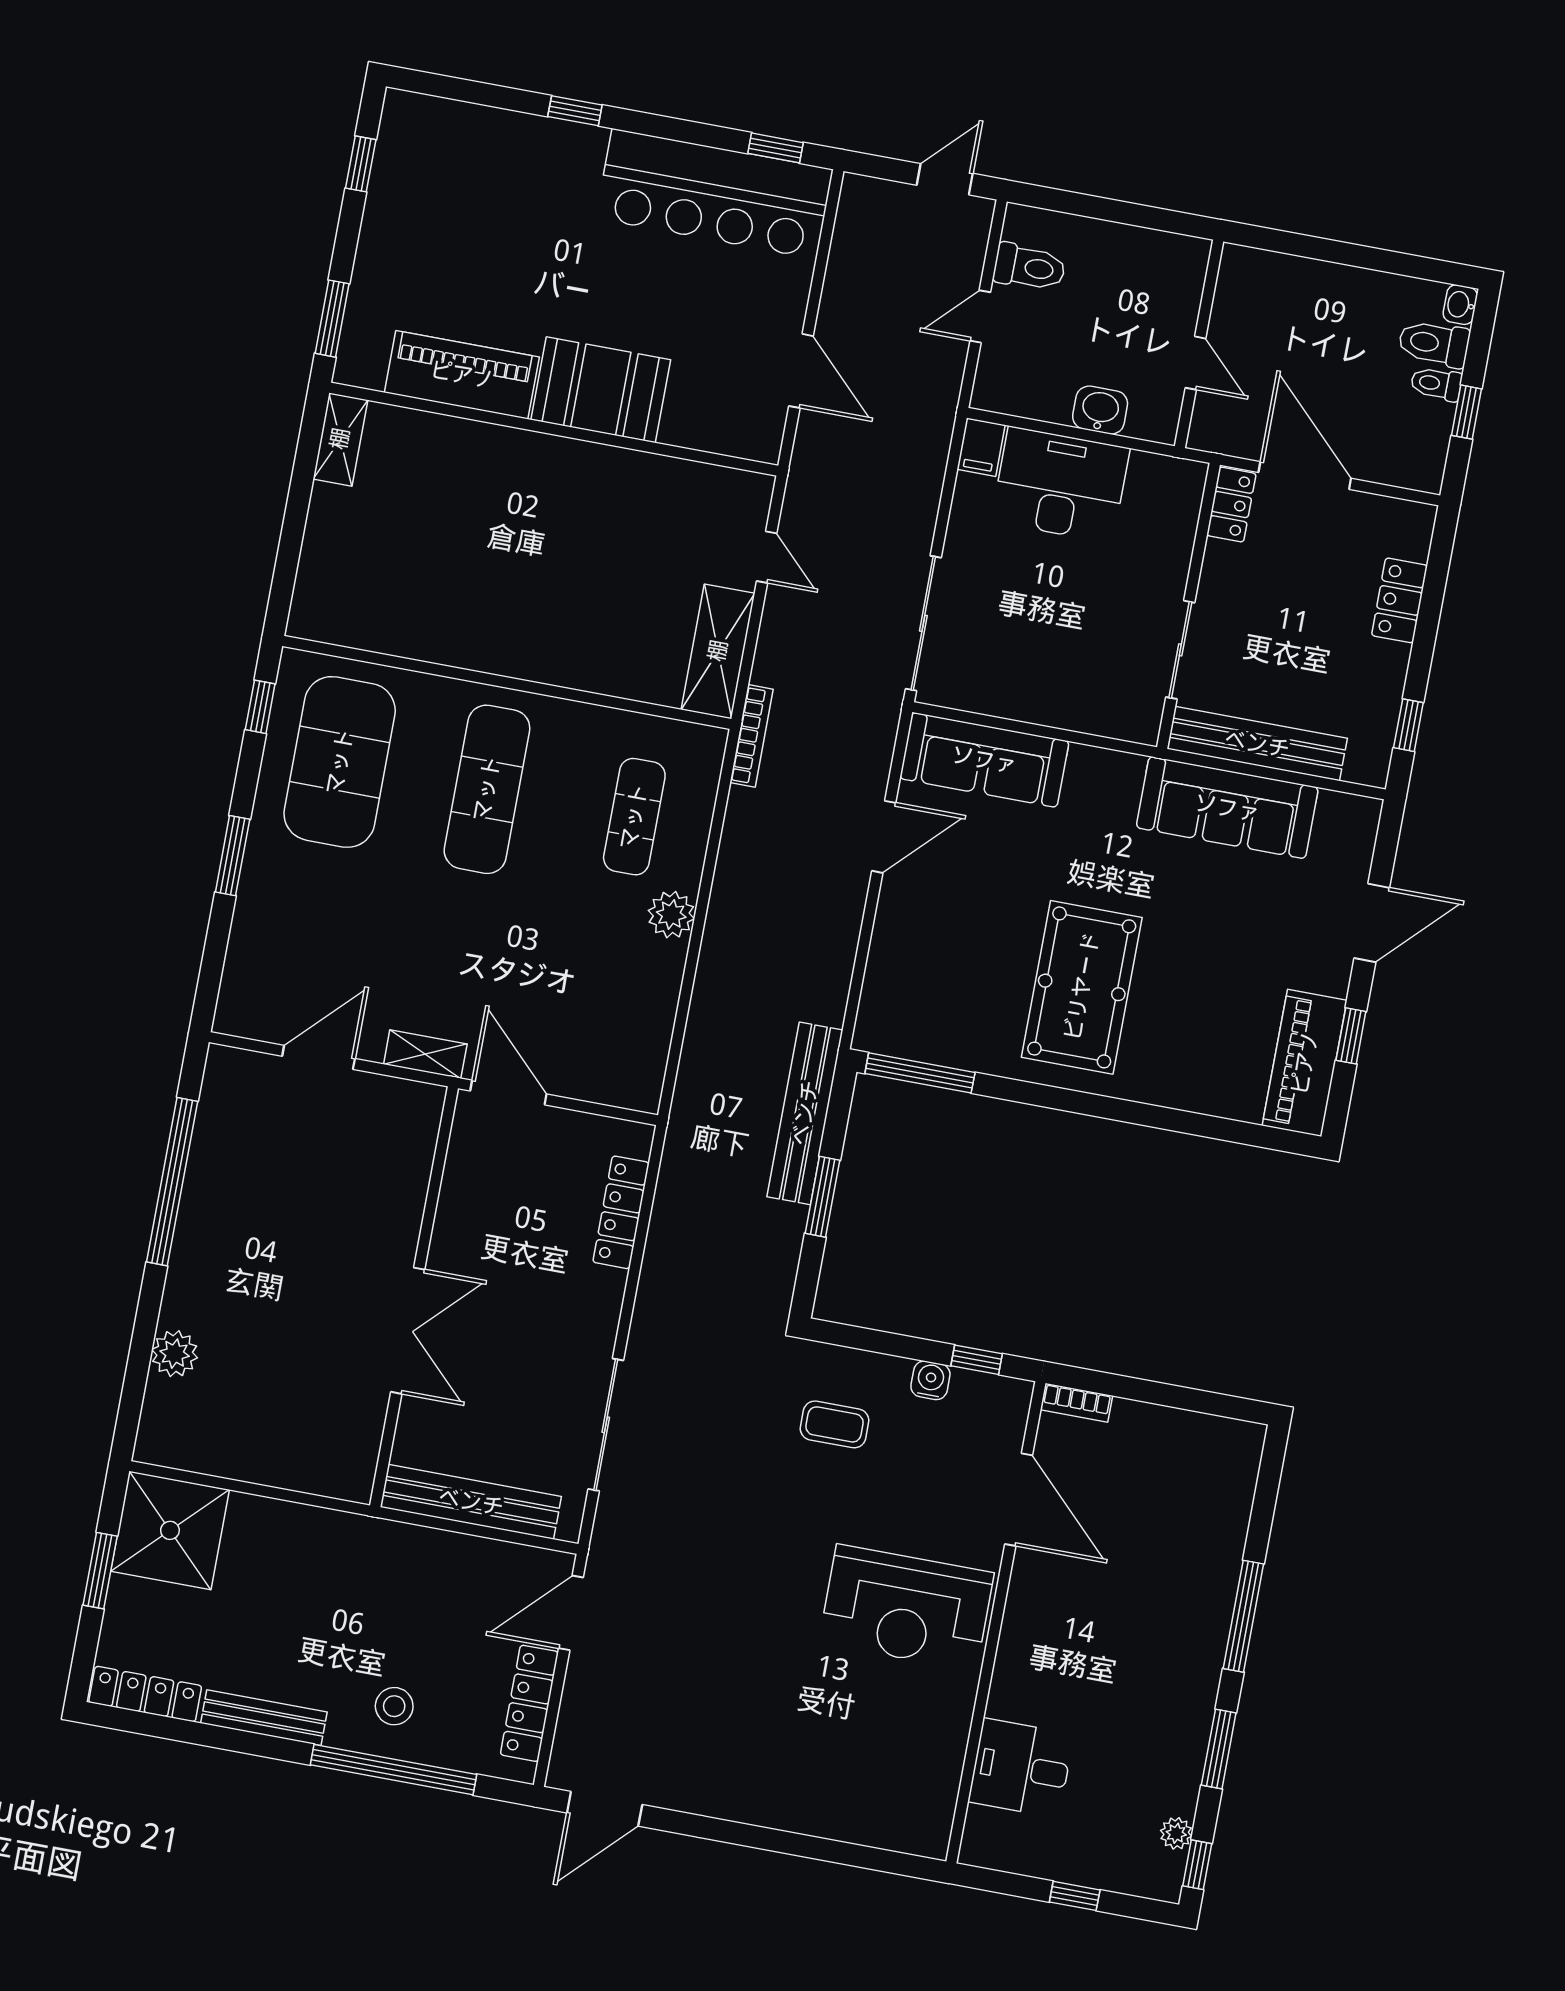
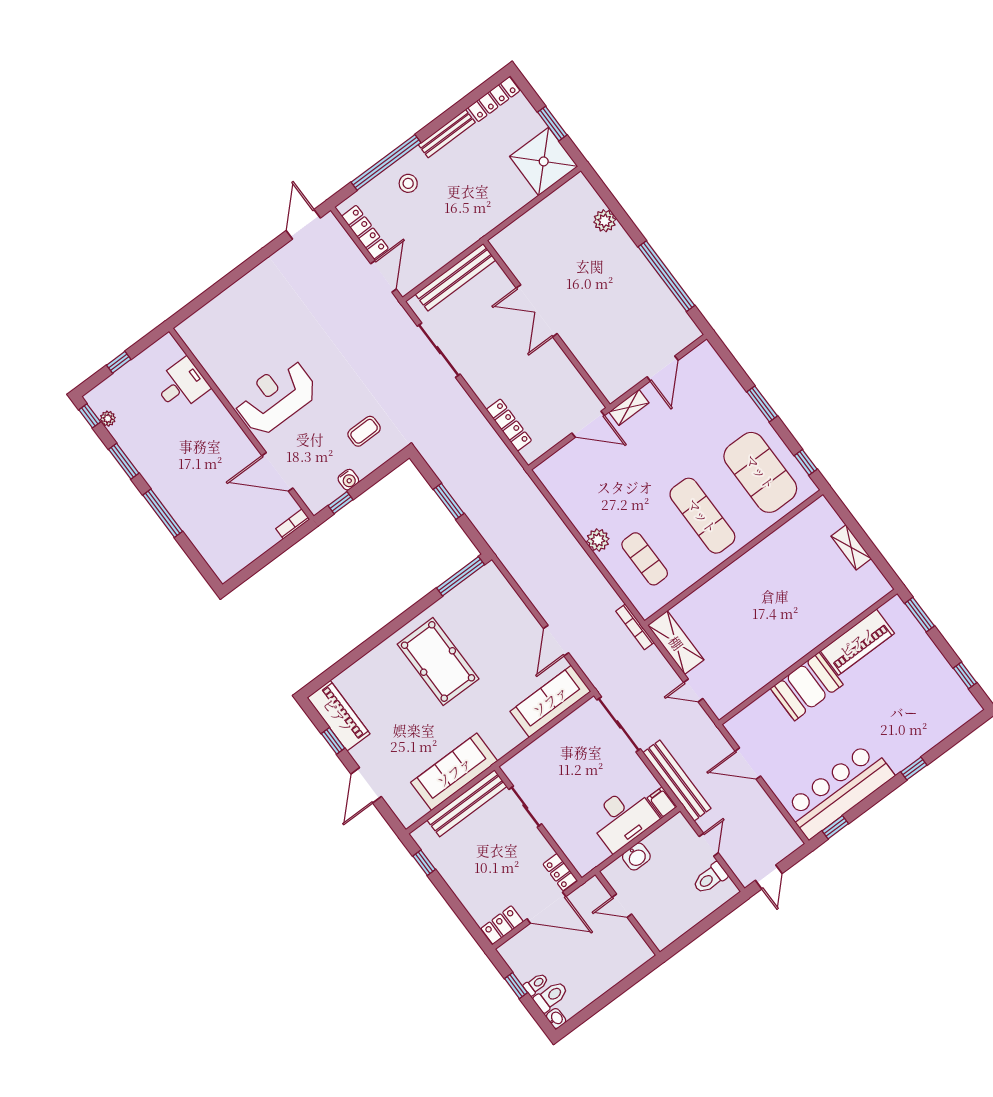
shelving: (340, 439) -> (851, 547), moved
locker: (1399, 600) -> (502, 925), moved, turned -90
bench: (805, 1113) -> (677, 780), moved

